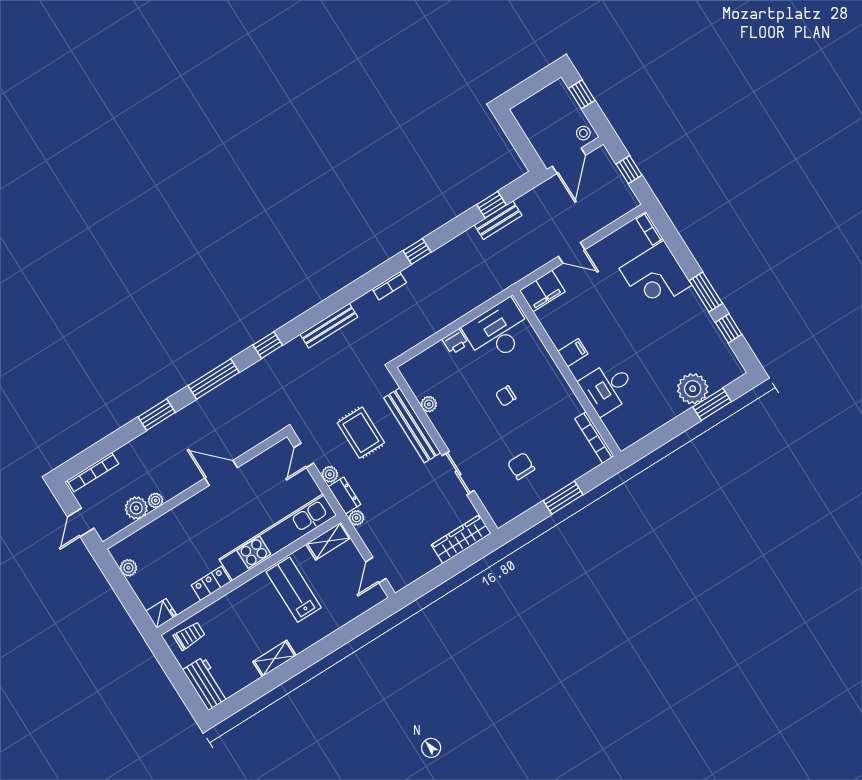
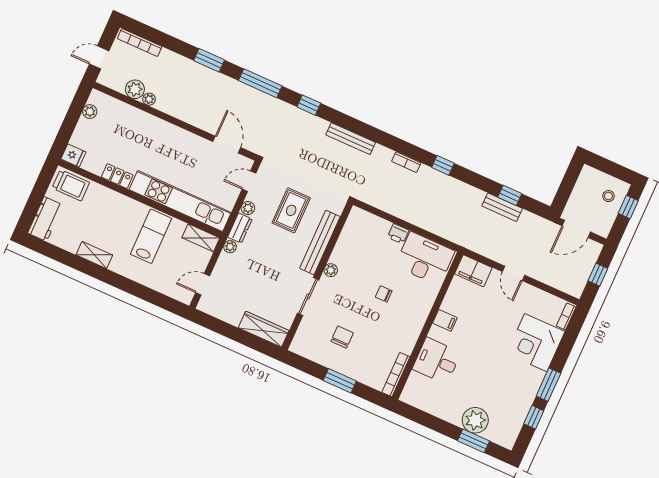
stool: (583, 133) -> (608, 196), moved
plant: (429, 404) -> (331, 270), moved
door: (221, 473) -> (227, 145), moved
trolley: (189, 636) -> (71, 185), width x1.36, depth x1.39

